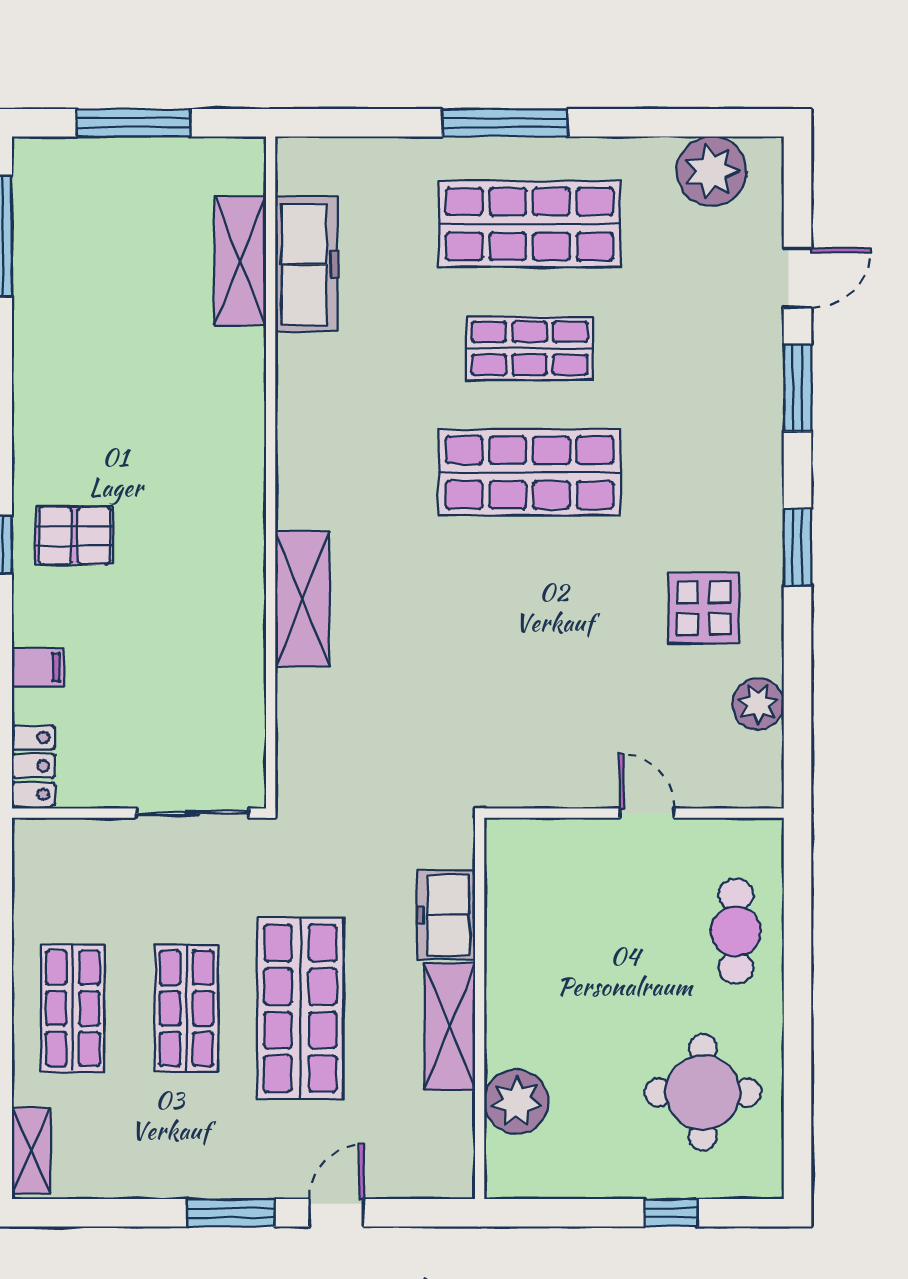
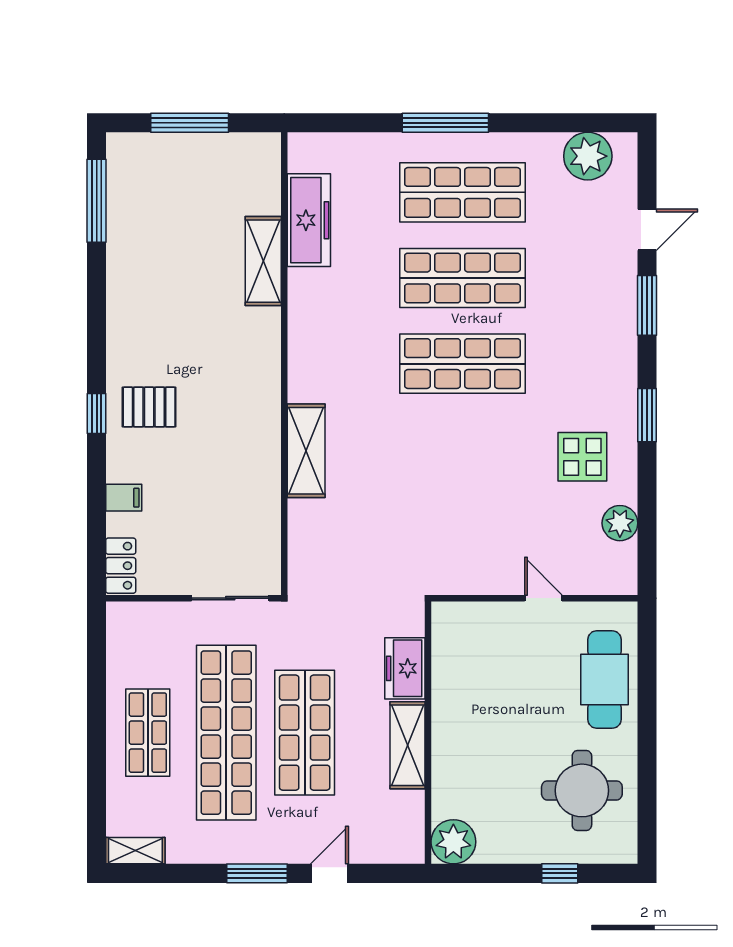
shelving: (240, 261) -> (263, 261), moved
shop shelf: (530, 348) -> (462, 278), width x1.43, depth x1.36
cafe table: (736, 931) -> (604, 679), width x1.37, depth x1.35
shop shelf: (187, 1008) -> (226, 733), width x2.00, depth x1.36
plant: (516, 1101) -> (453, 842), moved
shelving: (31, 1151) -> (135, 851), moved, turned 90

